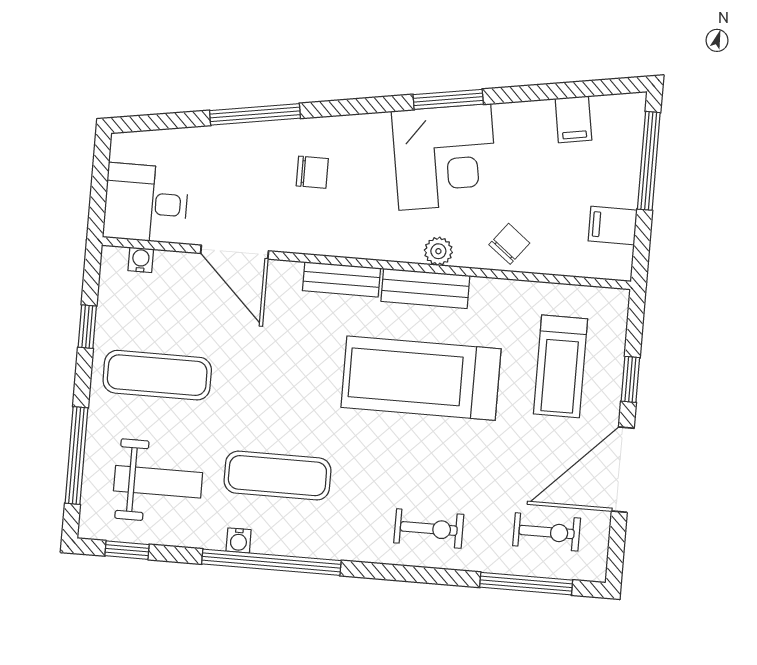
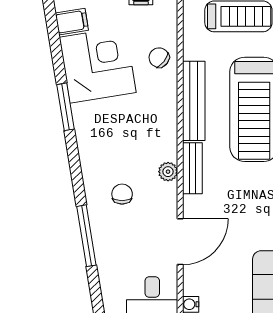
corner desk: (445, 157) -> (98, 65), moved
plant: (438, 251) -> (168, 172), moved
bench: (425, 288) -> (194, 101), width x1.36

